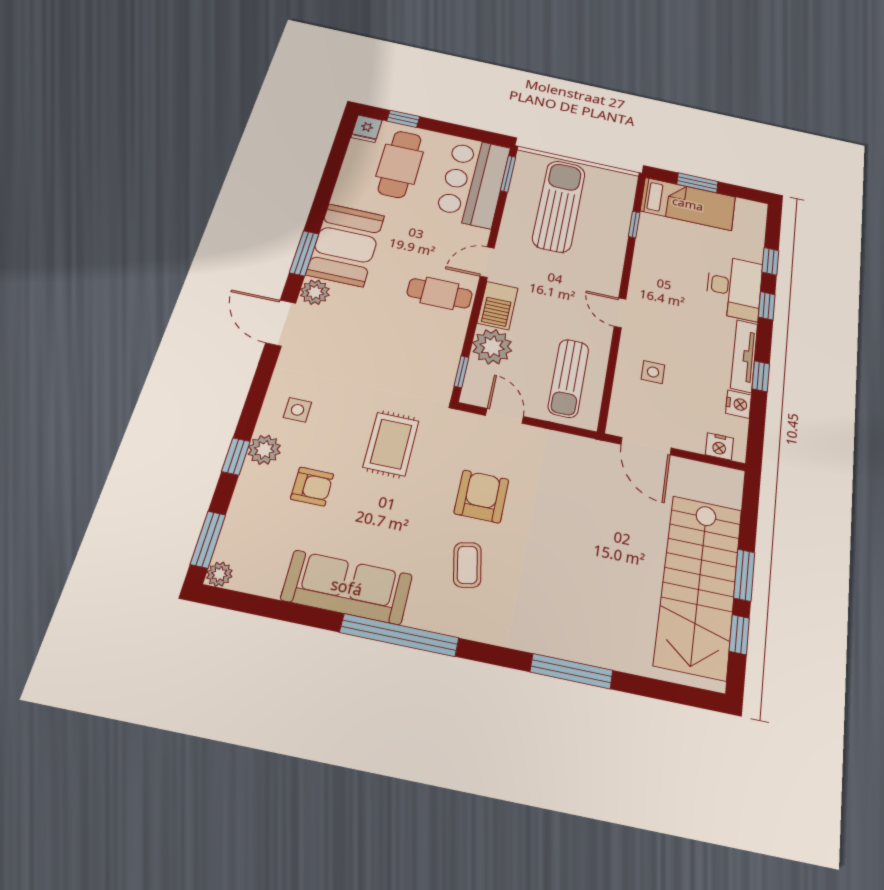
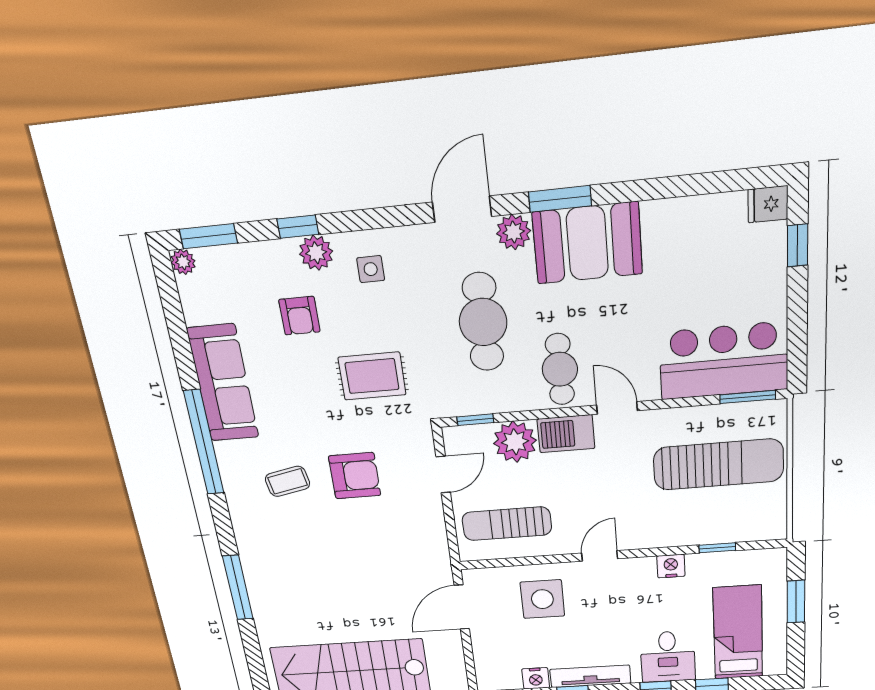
cafe table: (400, 164) -> (483, 322), moved, turned 90
bed: (688, 204) -> (738, 633), moved, turned 180
desk: (734, 287) -> (668, 657), width x0.73
side table: (653, 372) -> (542, 599), width x1.87, depth x1.87
nightstand: (719, 446) -> (671, 566), moved, turned 90

